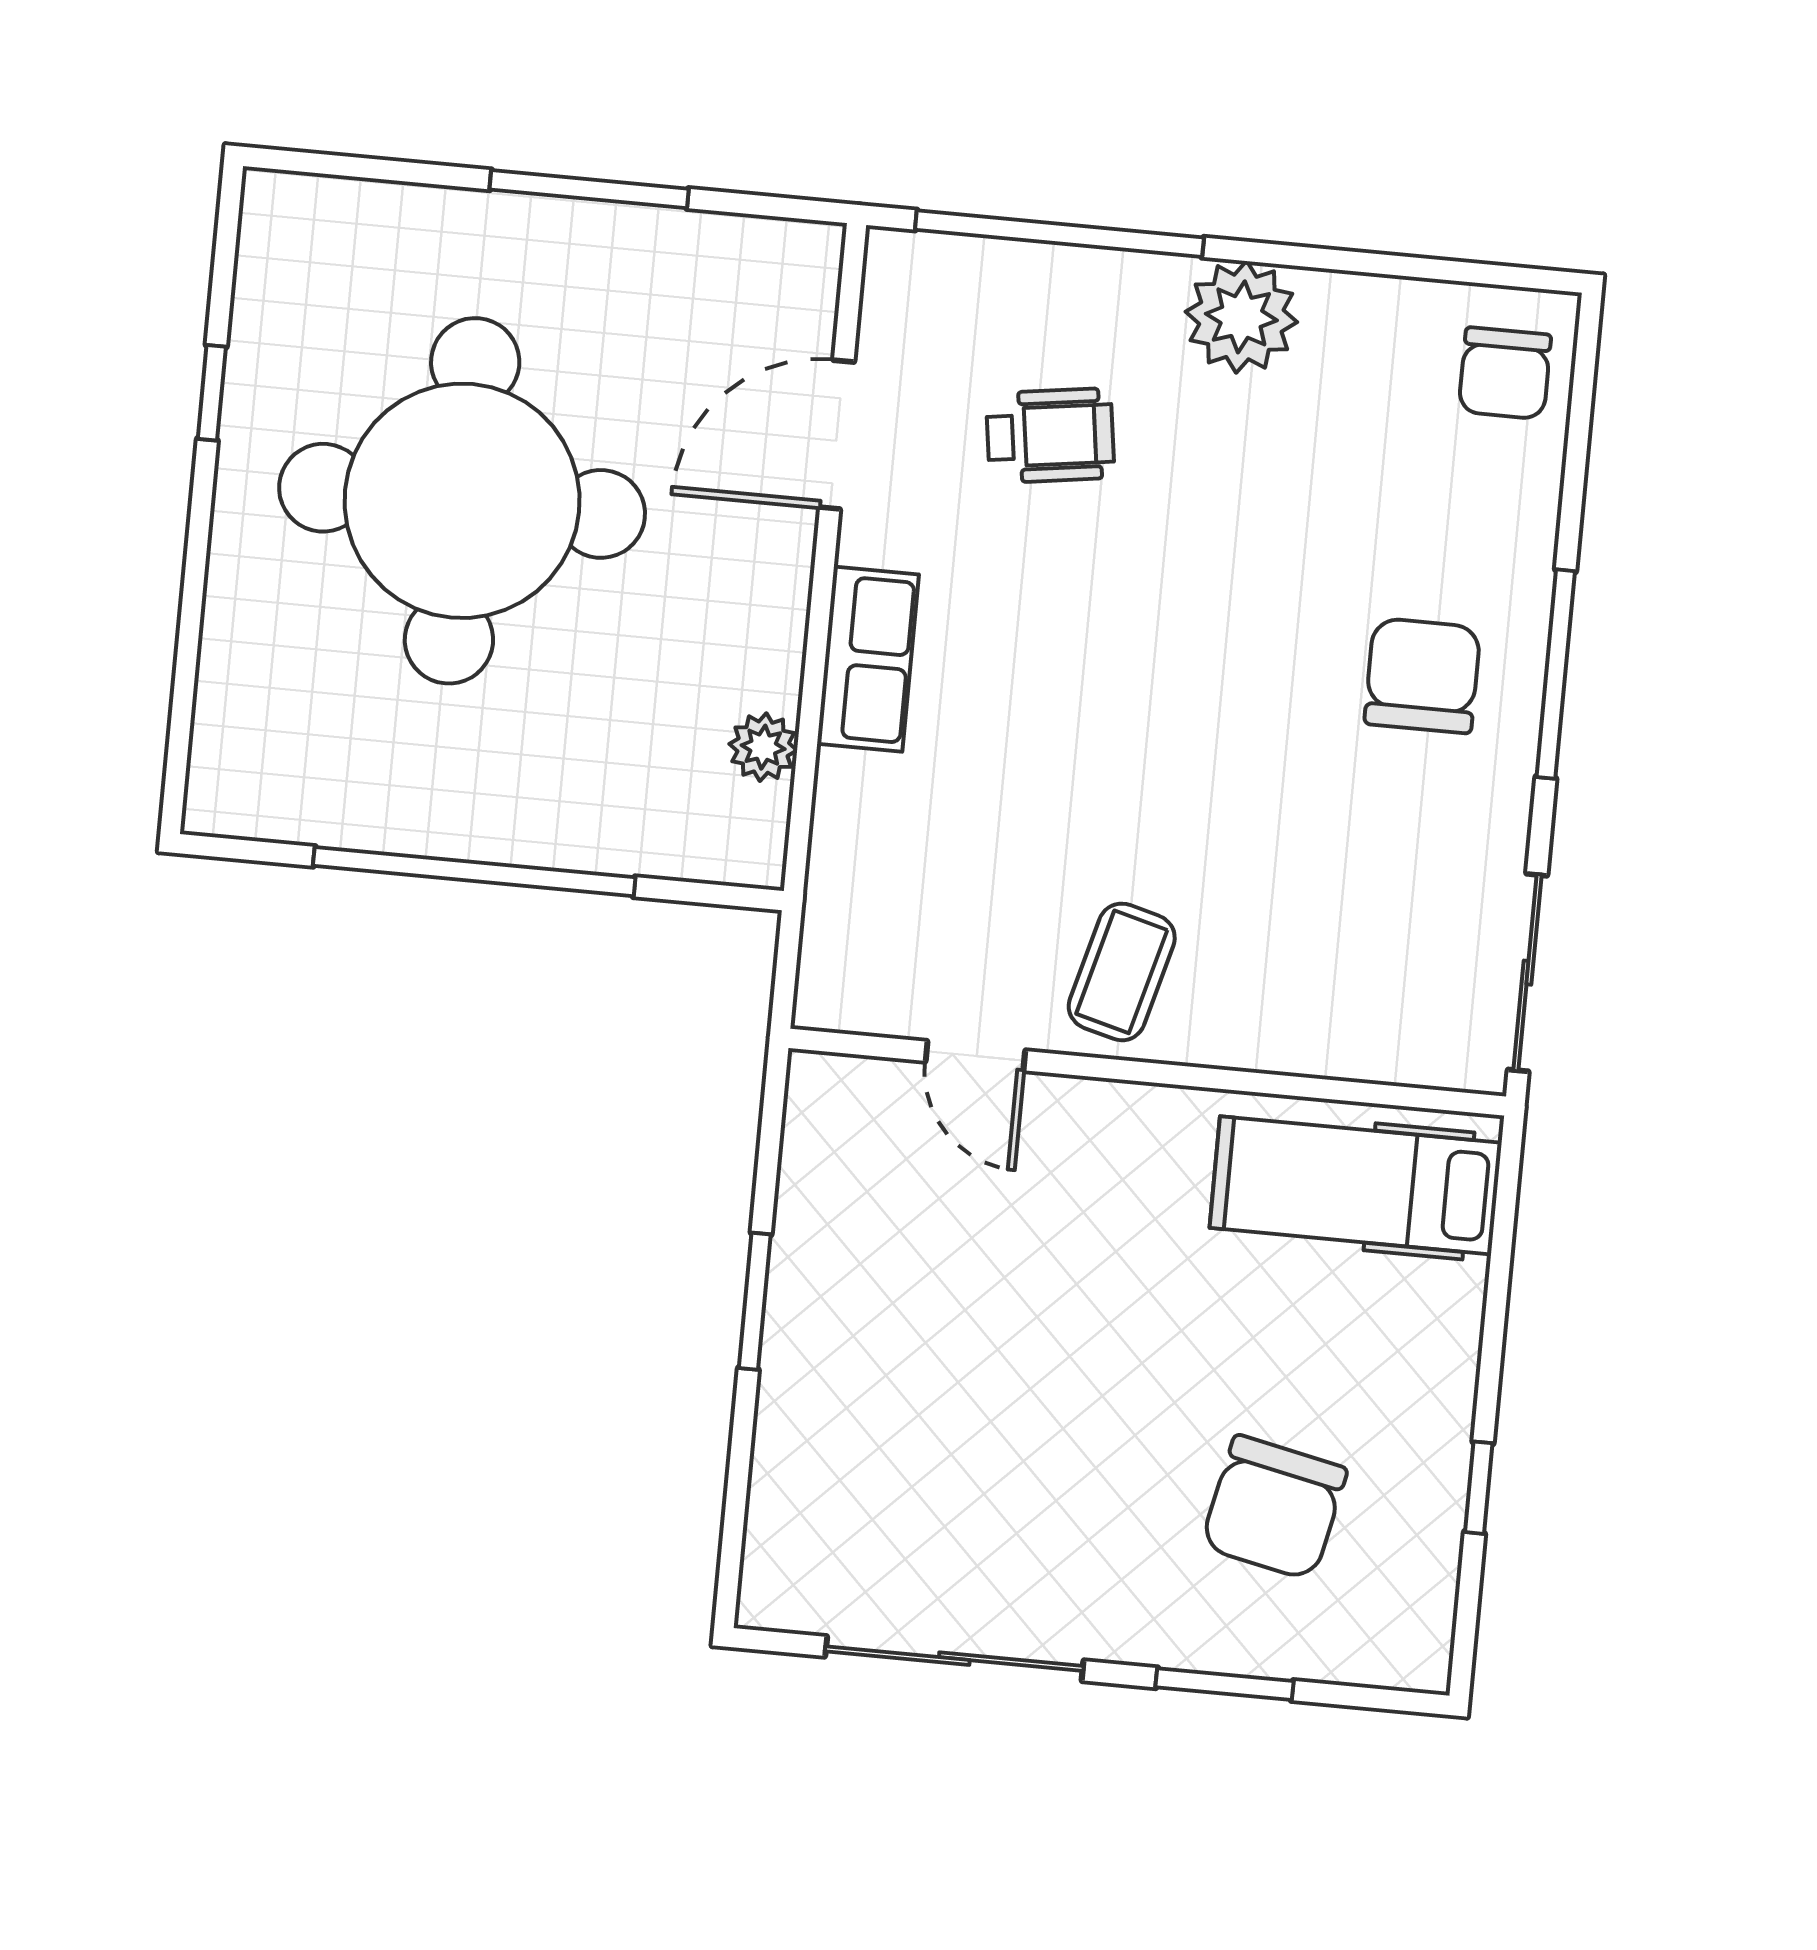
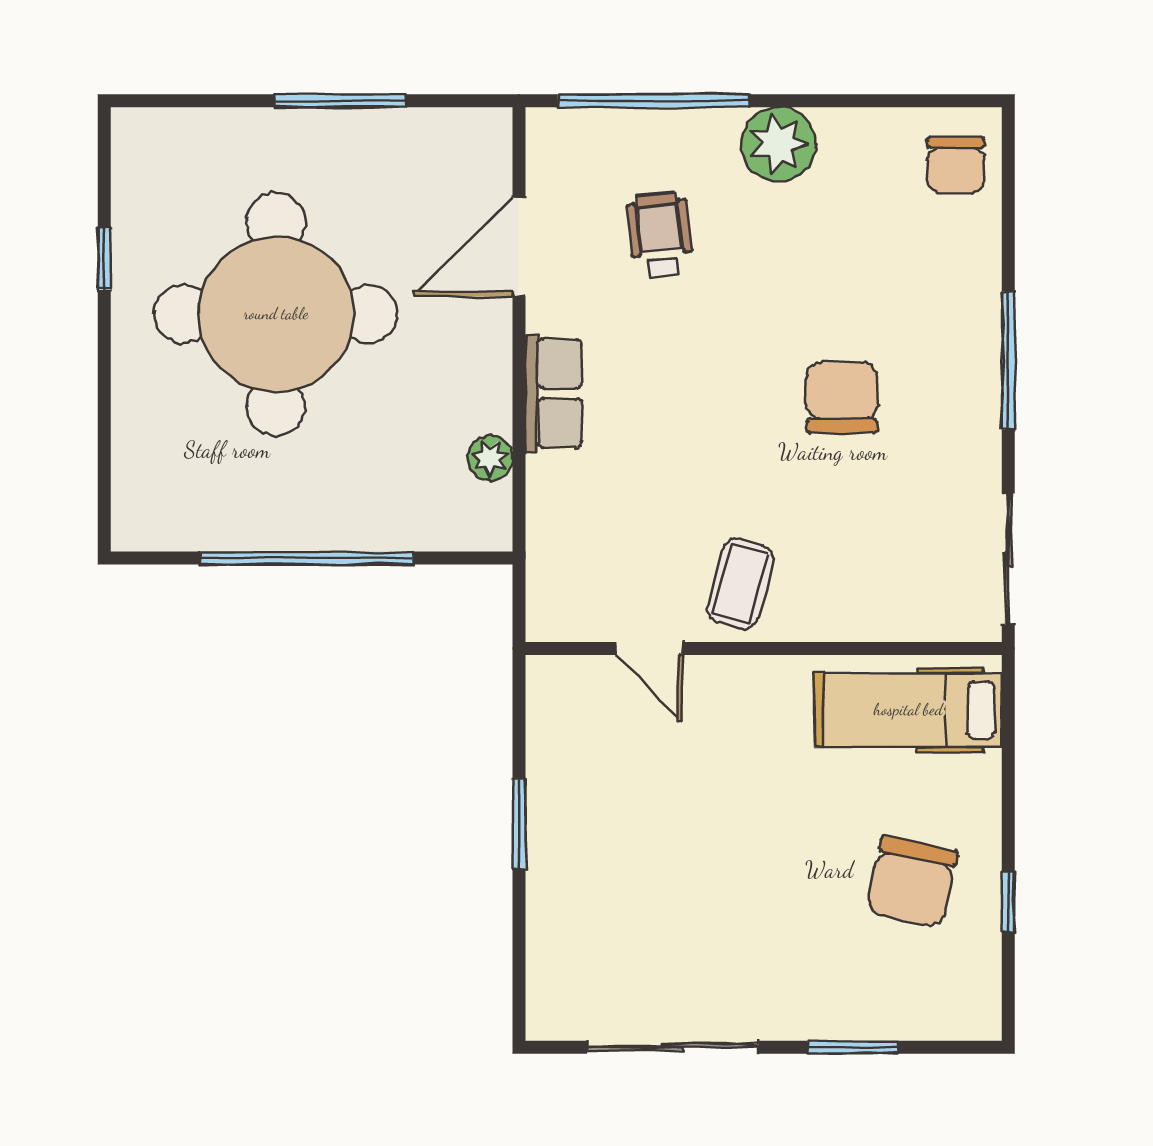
wheelchair: (1050, 436) -> (660, 235), turned -88
chair: (1422, 676) -> (842, 397), moved
chair: (1274, 1508) -> (912, 882), moved

